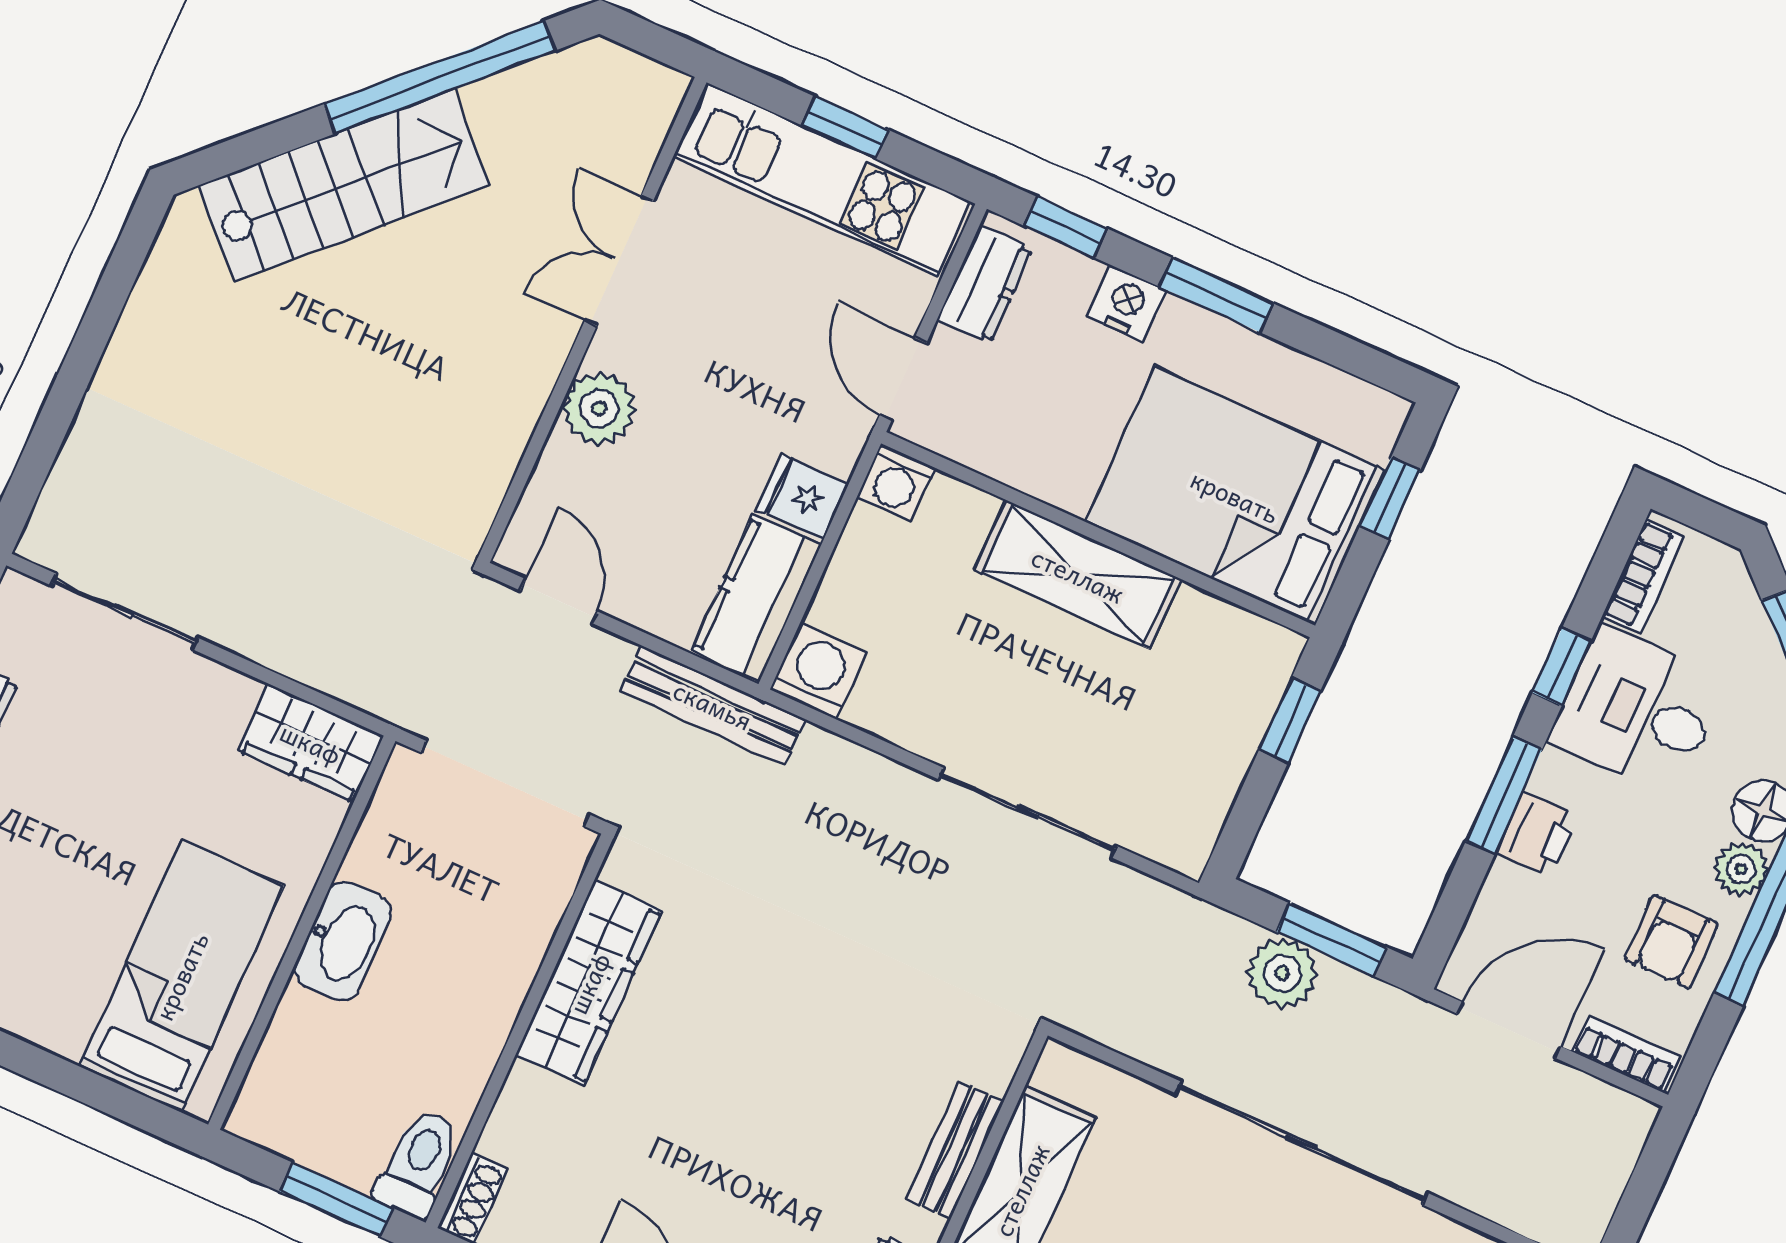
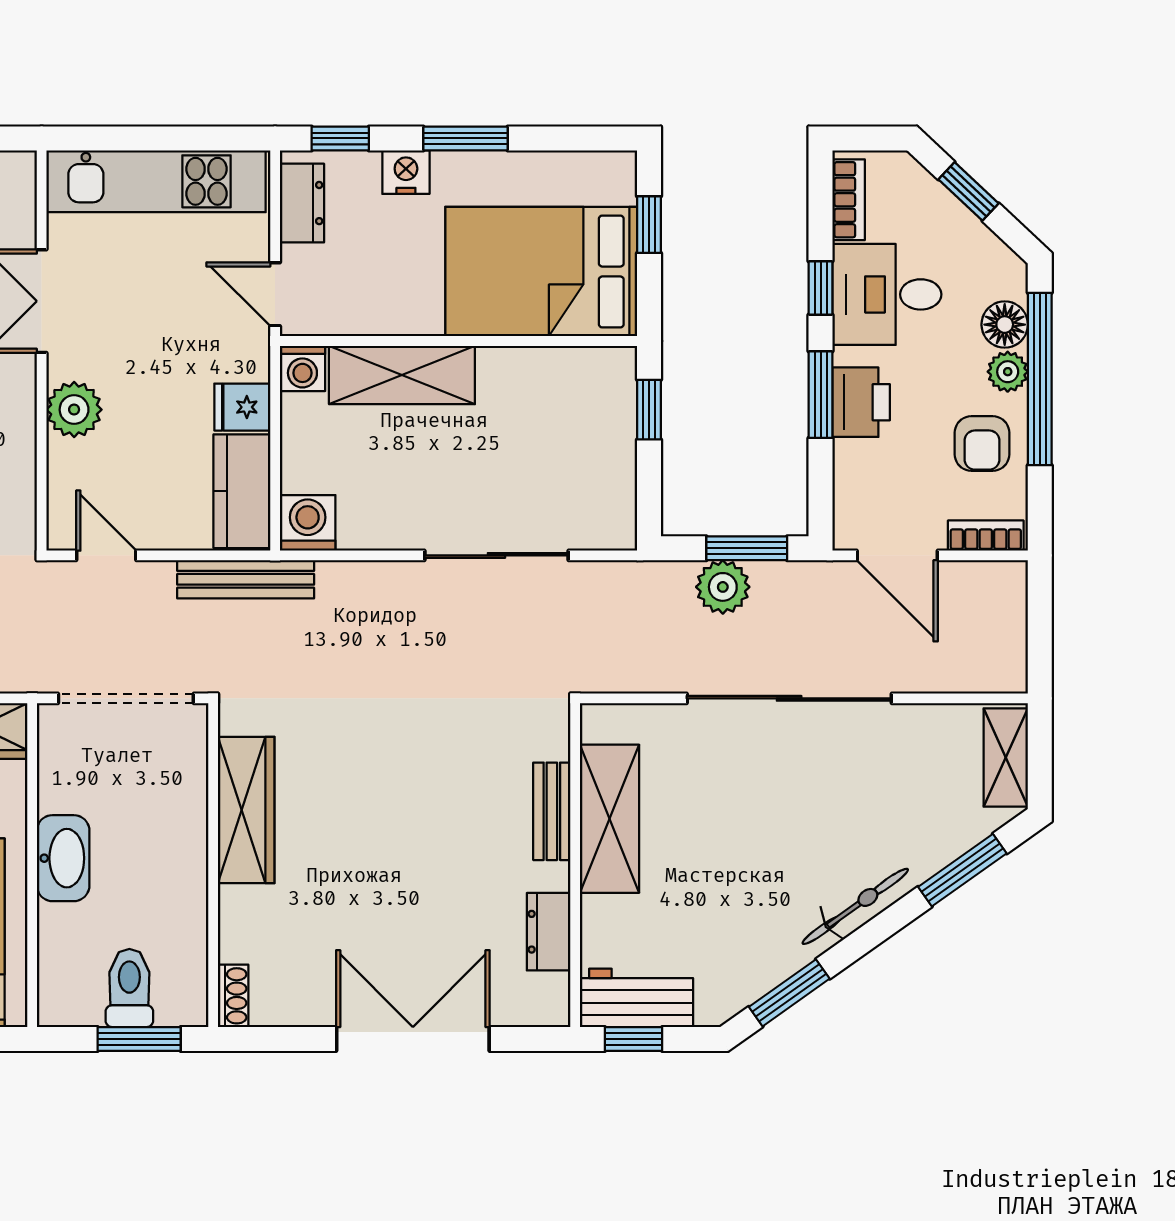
window: (845, 127) -> (156, 138), removed
shelving: (1078, 575) -> (402, 375), moved
printer: (1537, 835) -> (861, 402), width x1.36, depth x1.24
door: (1509, 1030) -> (897, 555), swing flipped
toilet: (418, 1163) -> (129, 988), moved

